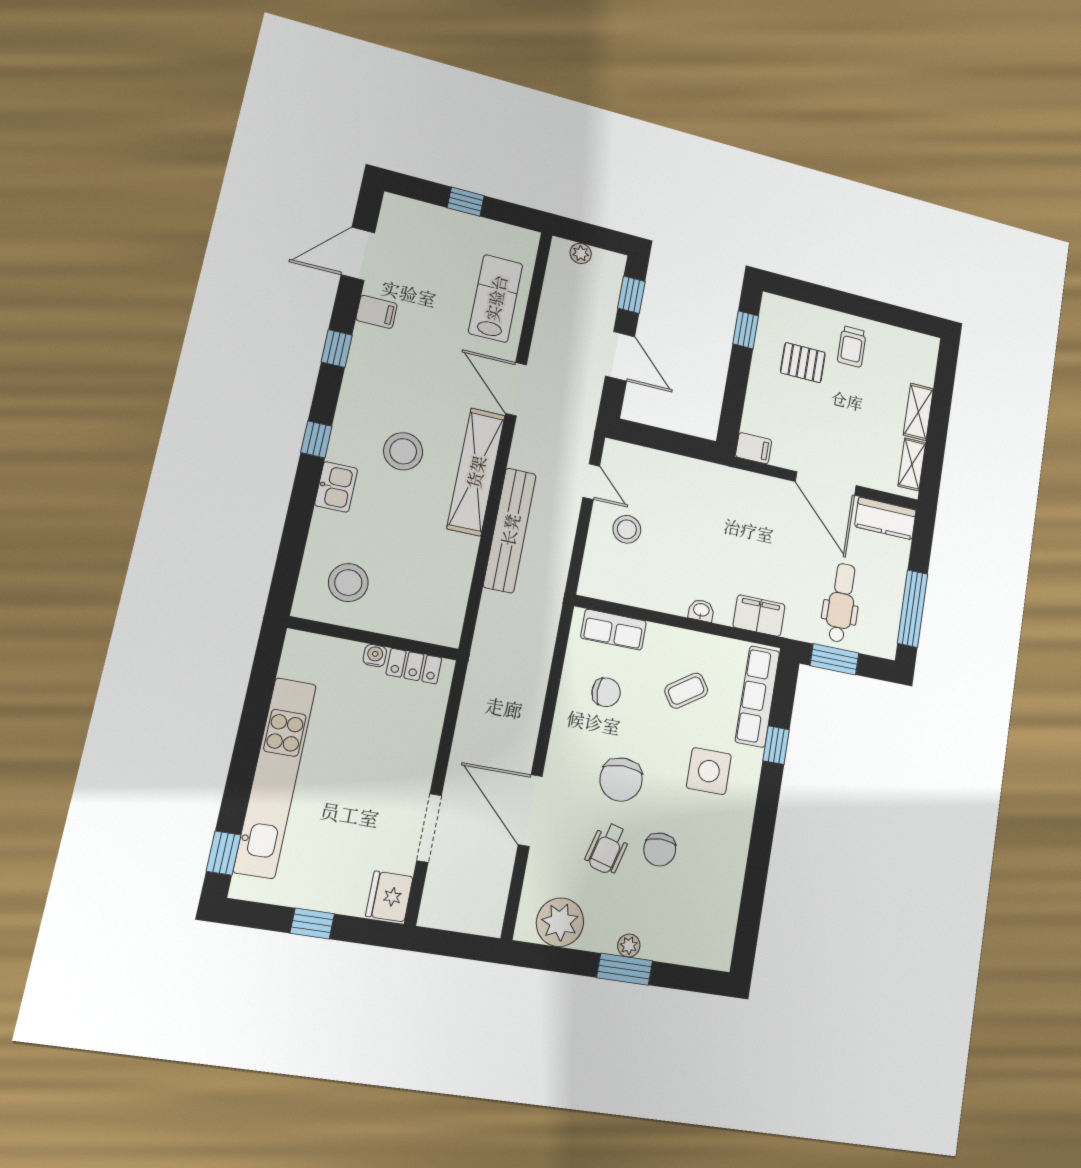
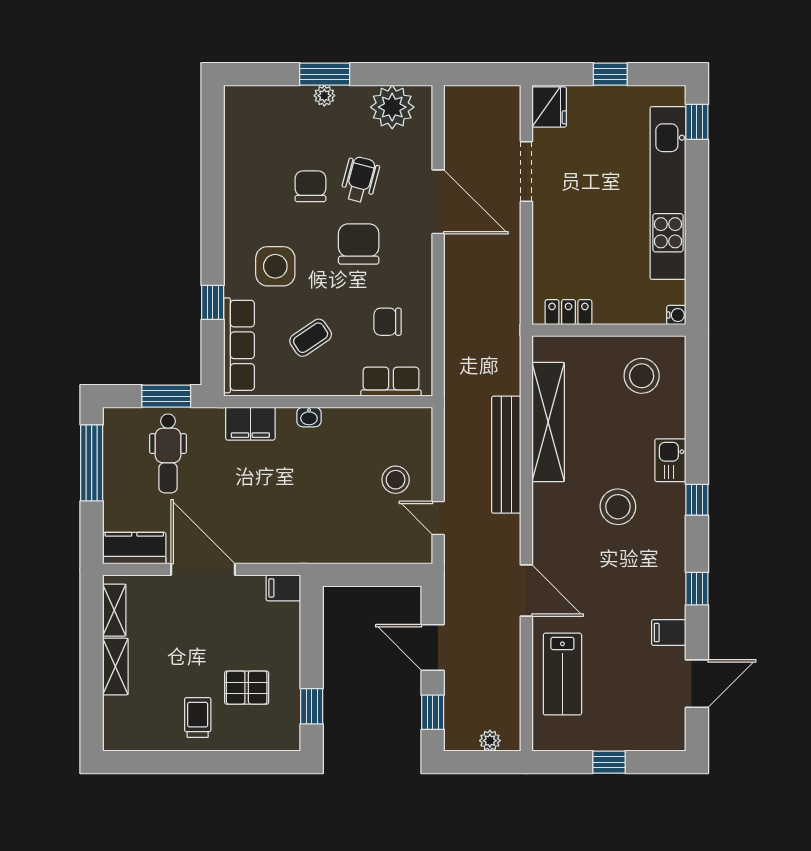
shelving: (476, 472) -> (548, 422), moved
water cooler: (375, 656) -> (676, 315), moved, turned -90

